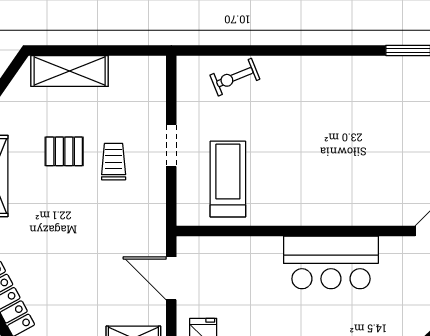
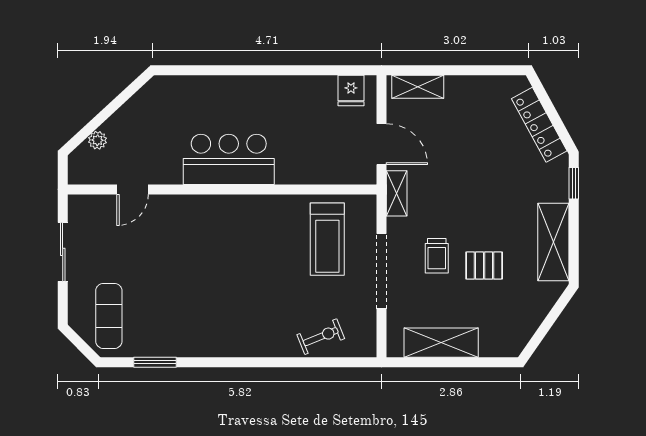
shelving: (70, 71) -> (441, 343), moved
doorway: (171, 146) -> (381, 271), width x1.88
shelving: (155, 227) -> (397, 193), added

